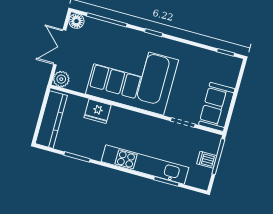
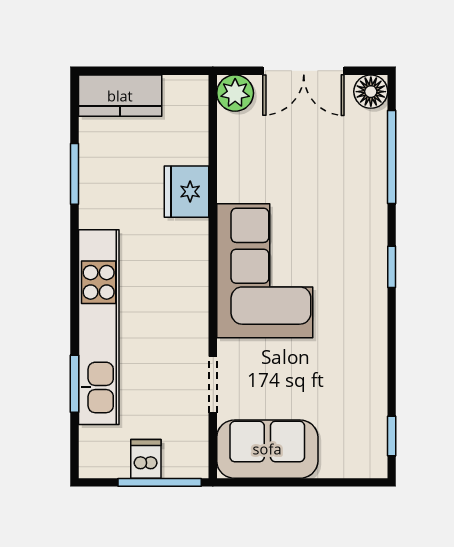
double door: (60, 47) -> (304, 71), swing flipped
corner sofa: (132, 77) -> (265, 271), width x0.73, depth x0.74
kitchen counter: (51, 120) -> (120, 96), width x0.67

